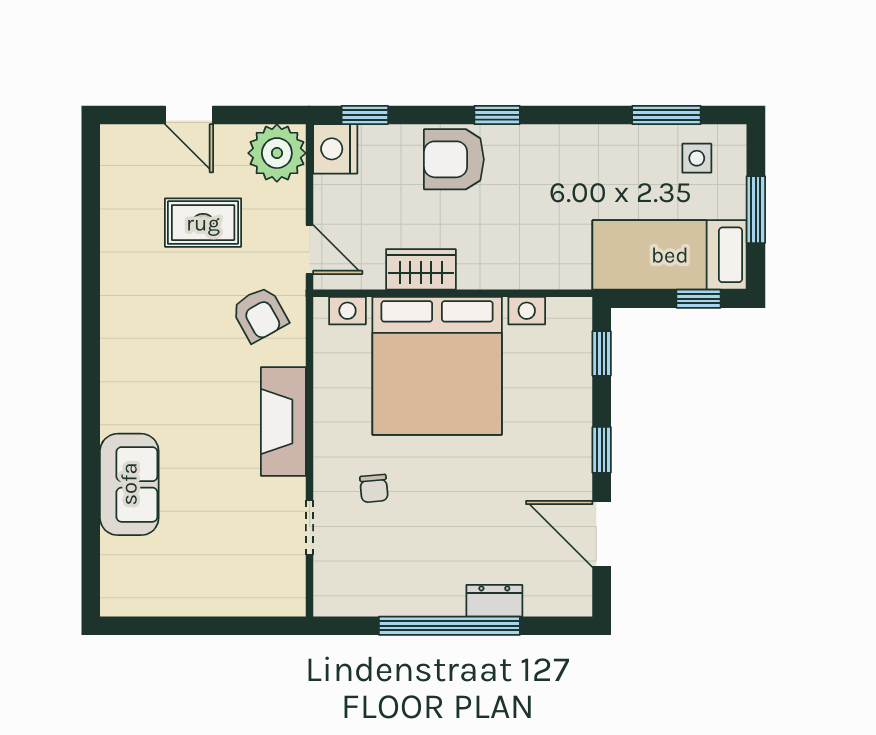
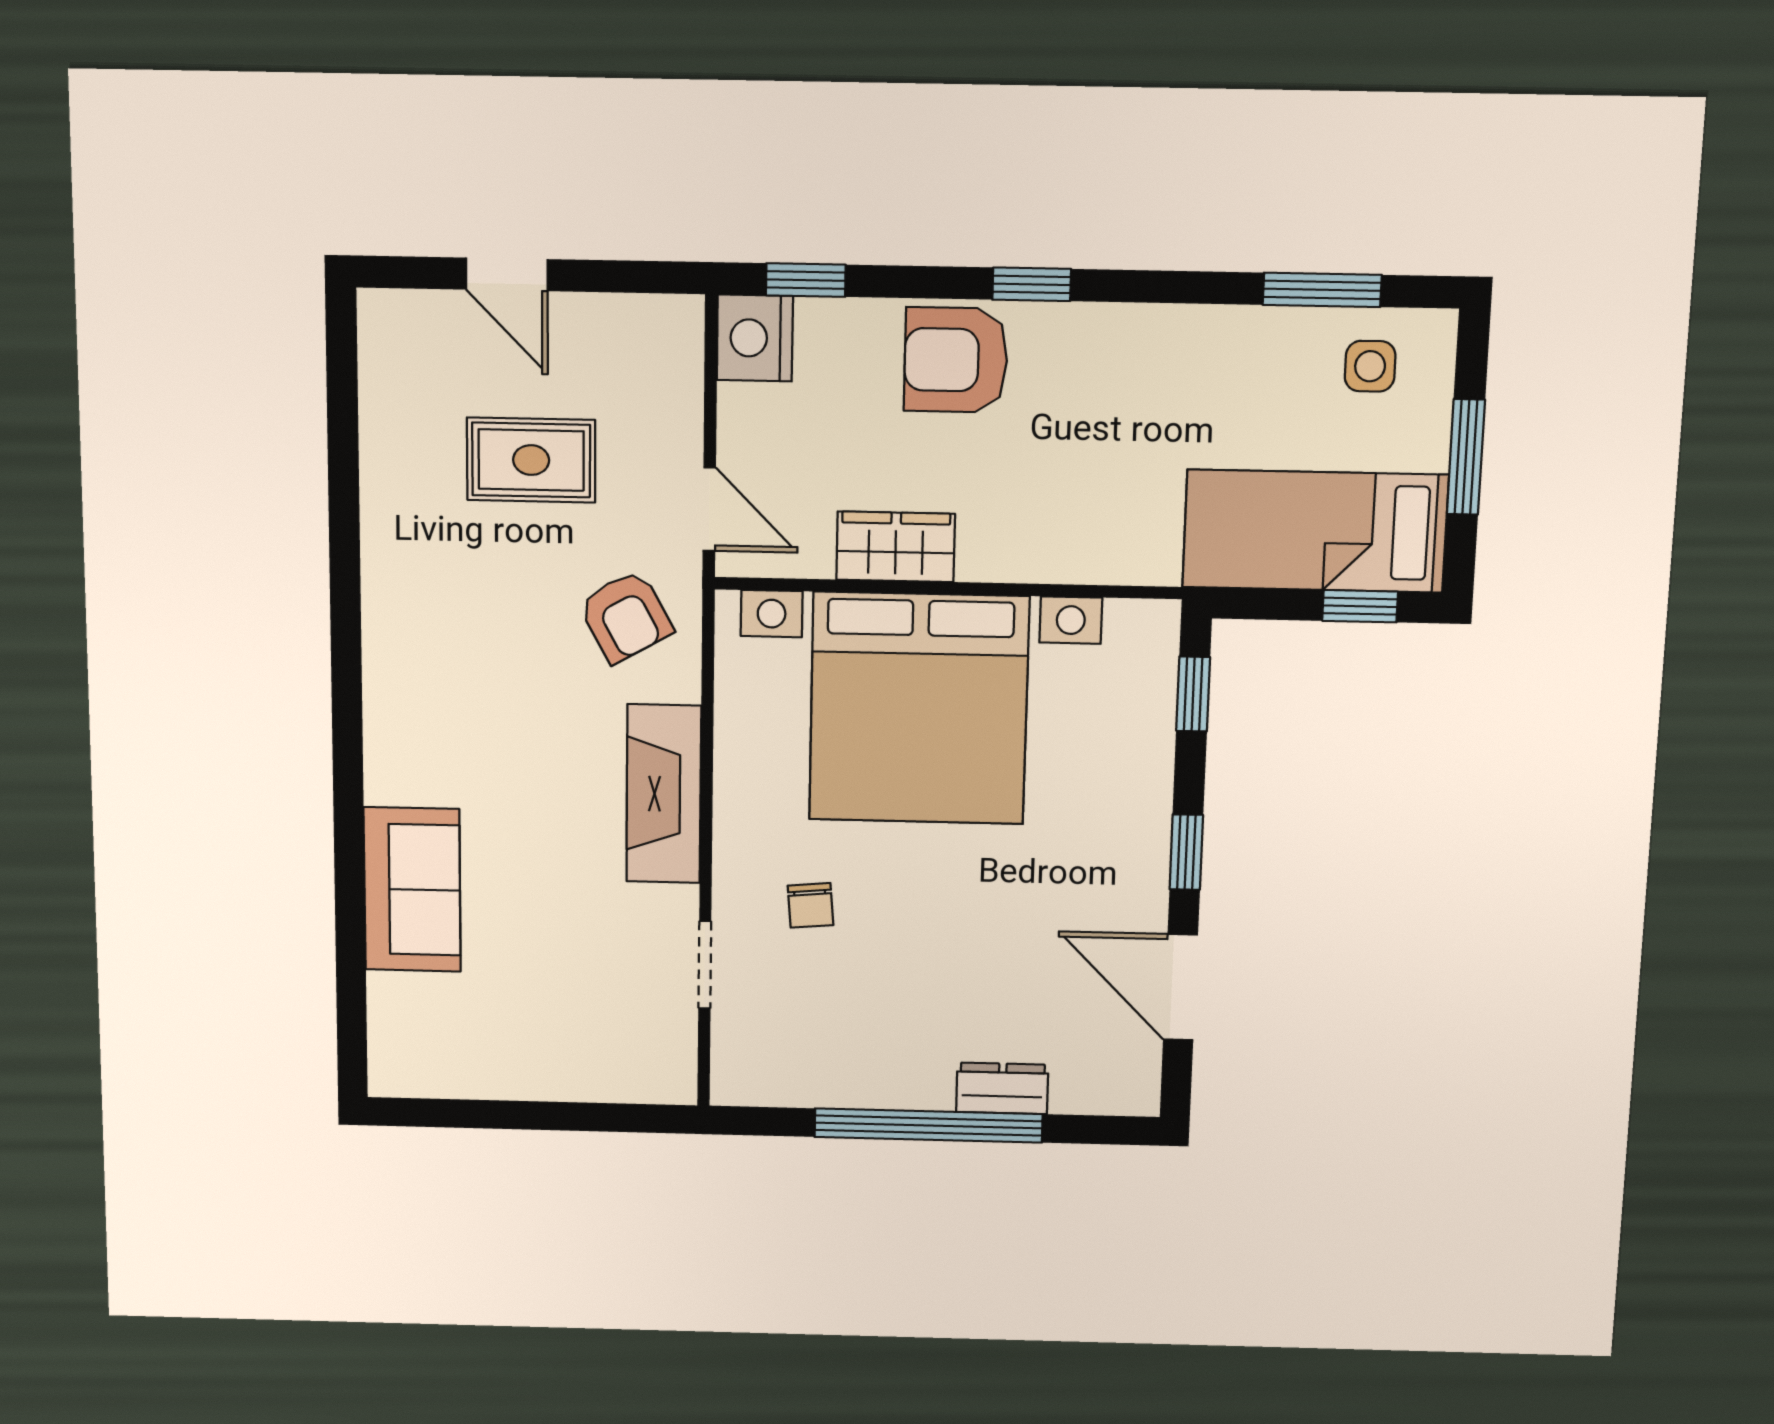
plant: (277, 153) -> (656, 343), removed

